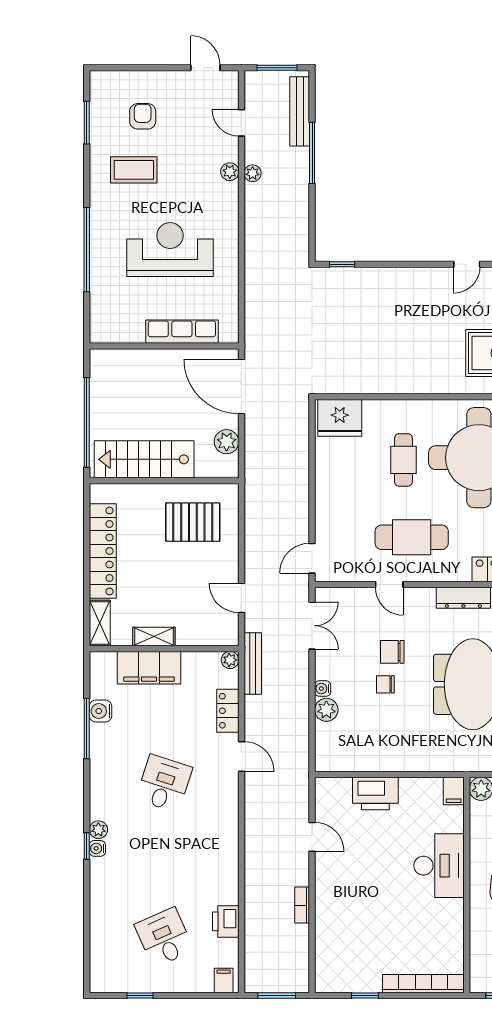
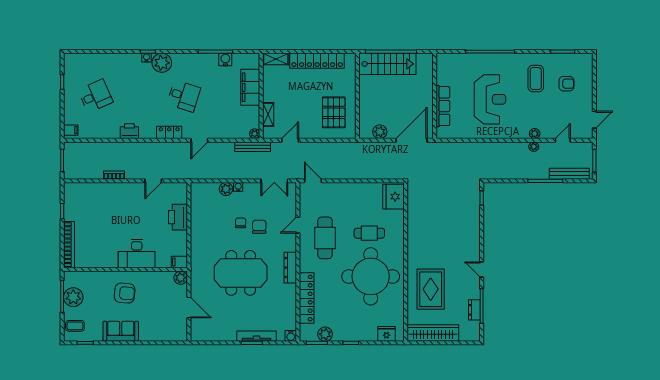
stairs: (144, 459) -> (387, 64), moved, turned 90
shelving: (154, 636) -> (268, 114), moved
locker: (228, 711) -> (169, 132), moved
plant: (98, 830) -> (162, 63), width x1.88, depth x1.88
printer: (226, 921) -> (129, 131), moved

